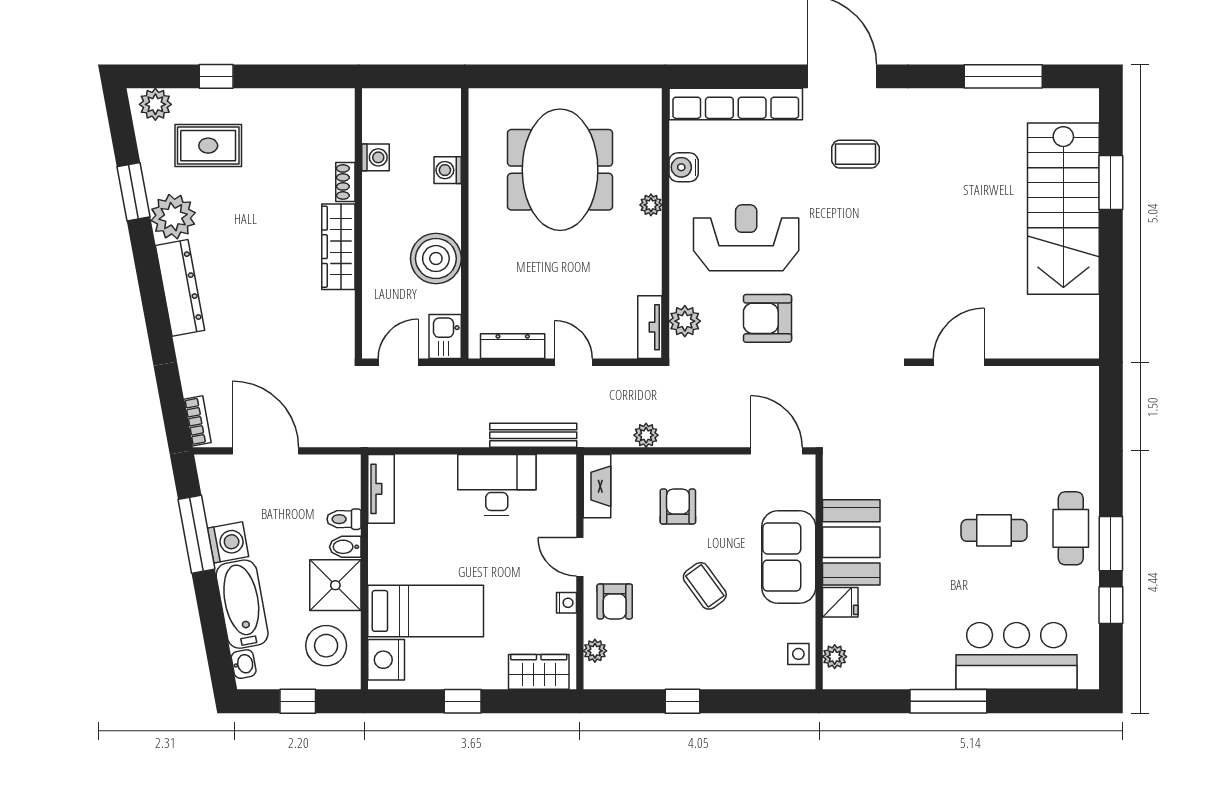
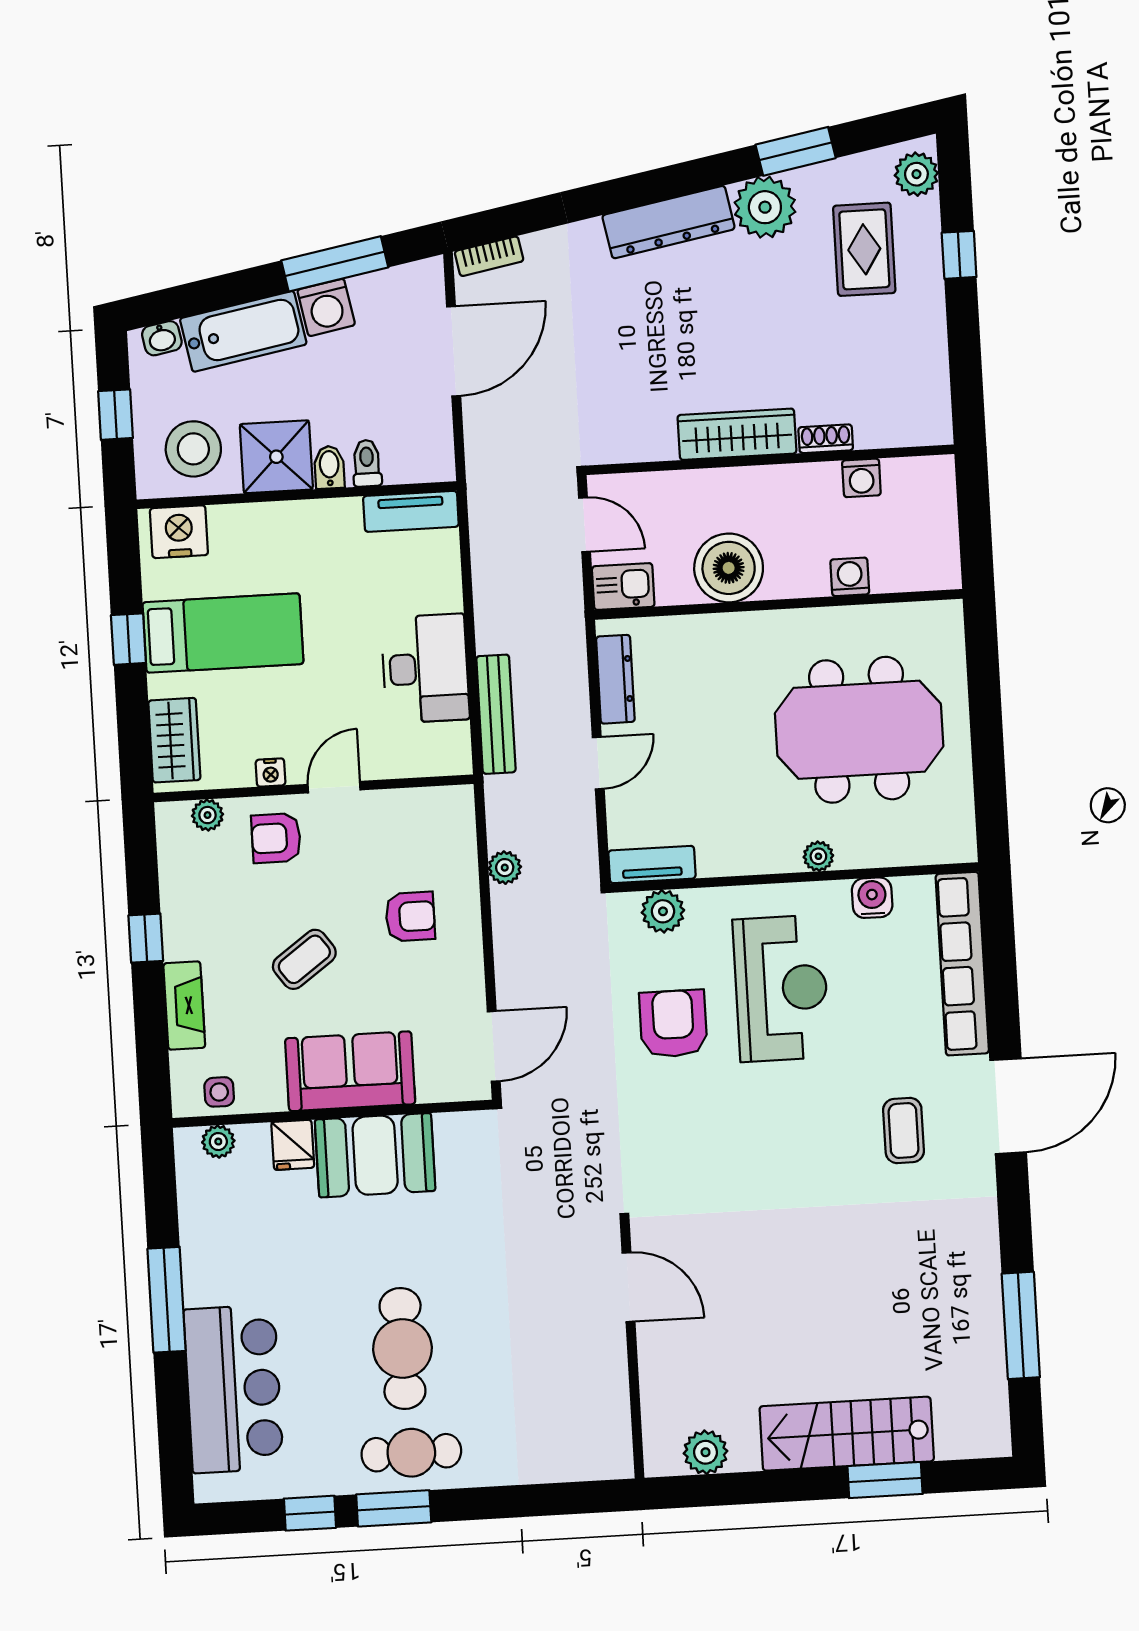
stairs: (1063, 209) -> (847, 1434), width x0.73, depth x0.66
plant: (1083, 313) -> (706, 1452), added
fireplace: (597, 486) -> (184, 1006), moved, turned -90
cafe table: (994, 530) -> (402, 1349), width x1.37, depth x1.35
bed: (426, 611) -> (223, 633), moved, turned -90

